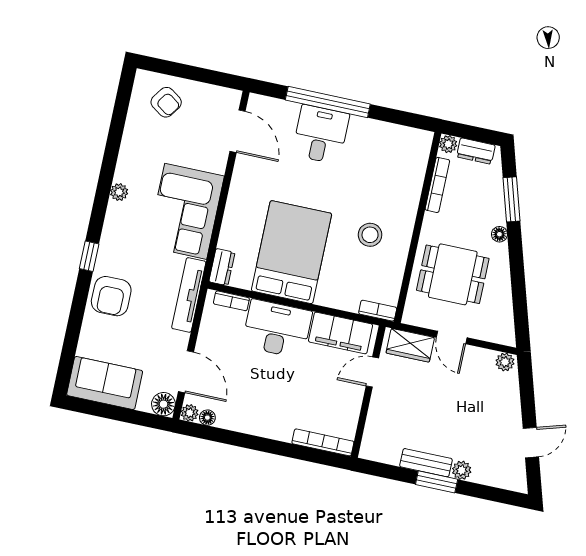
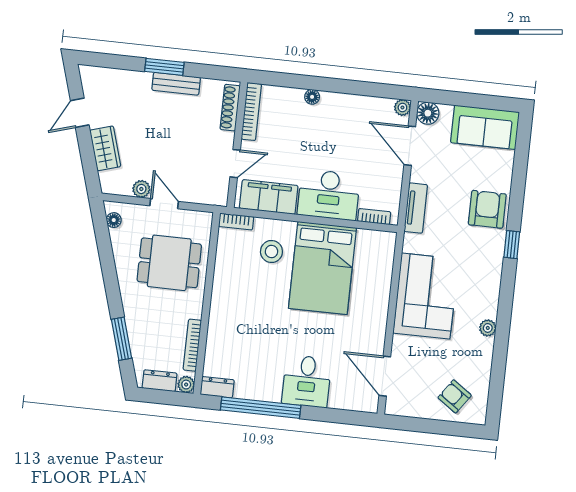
window: (328, 102) -> (261, 408), moved
plant: (119, 192) -> (488, 328), moved
floor lamp: (499, 234) -> (114, 220), moved
stool: (370, 235) -> (271, 251), moved
dresser: (222, 267) -> (217, 387), moved, turned 90
tv unit: (189, 295) -> (416, 208), width x0.71
wardrobe: (410, 345) -> (105, 148), moved, turned 73
plant: (505, 362) -> (141, 189), moved
floor lamp: (207, 418) -> (312, 97), moved
shoe rack: (372, 432) -> (230, 108), added
bookcase: (323, 442) -> (251, 112), moved, turned -90
plant: (462, 470) -> (142, 80), removed

